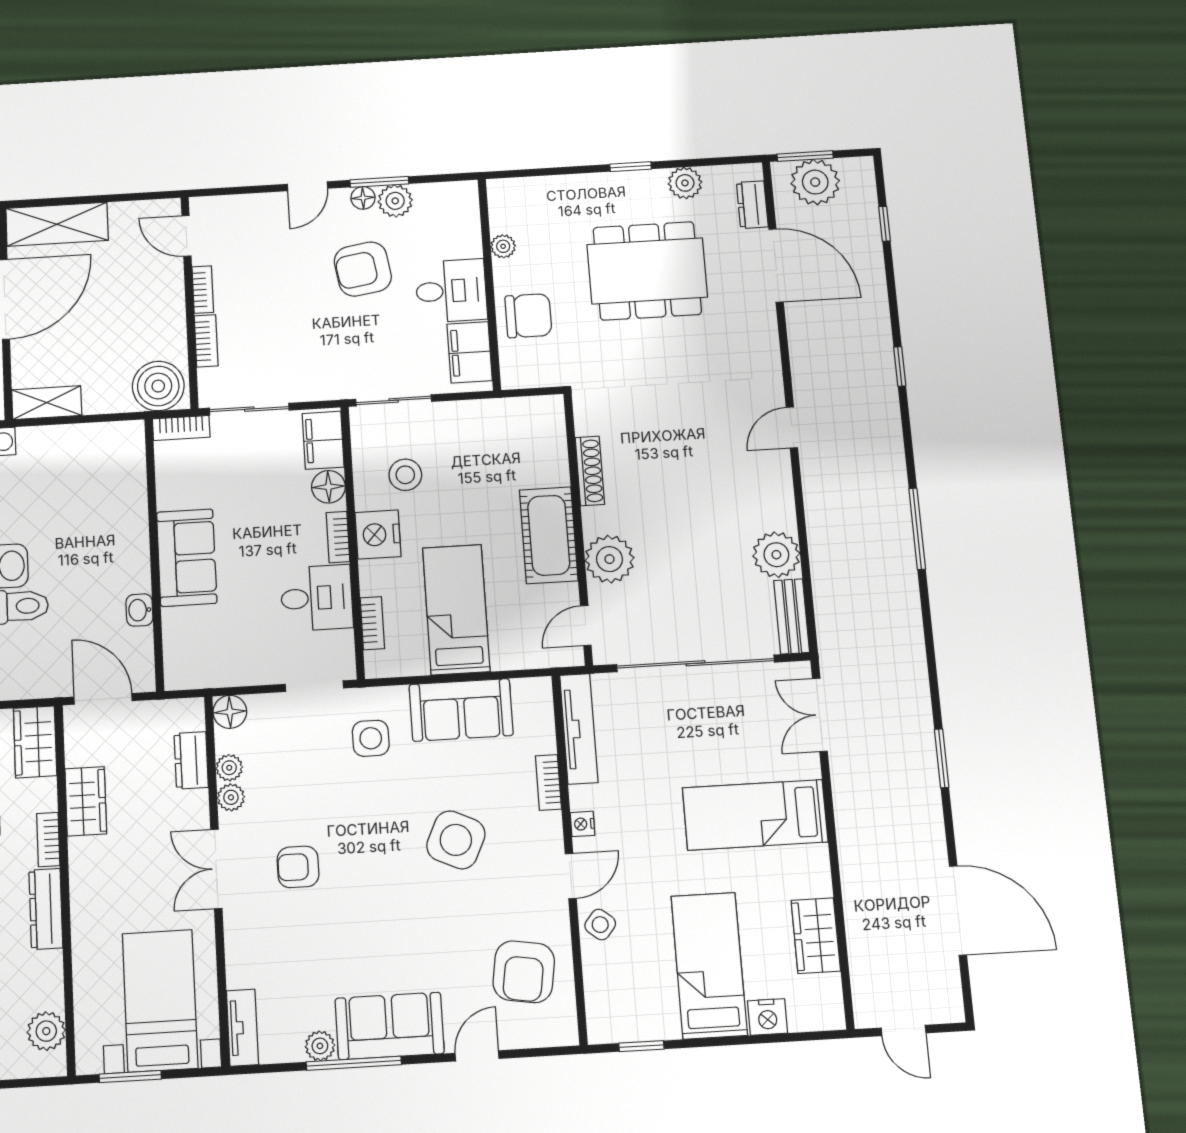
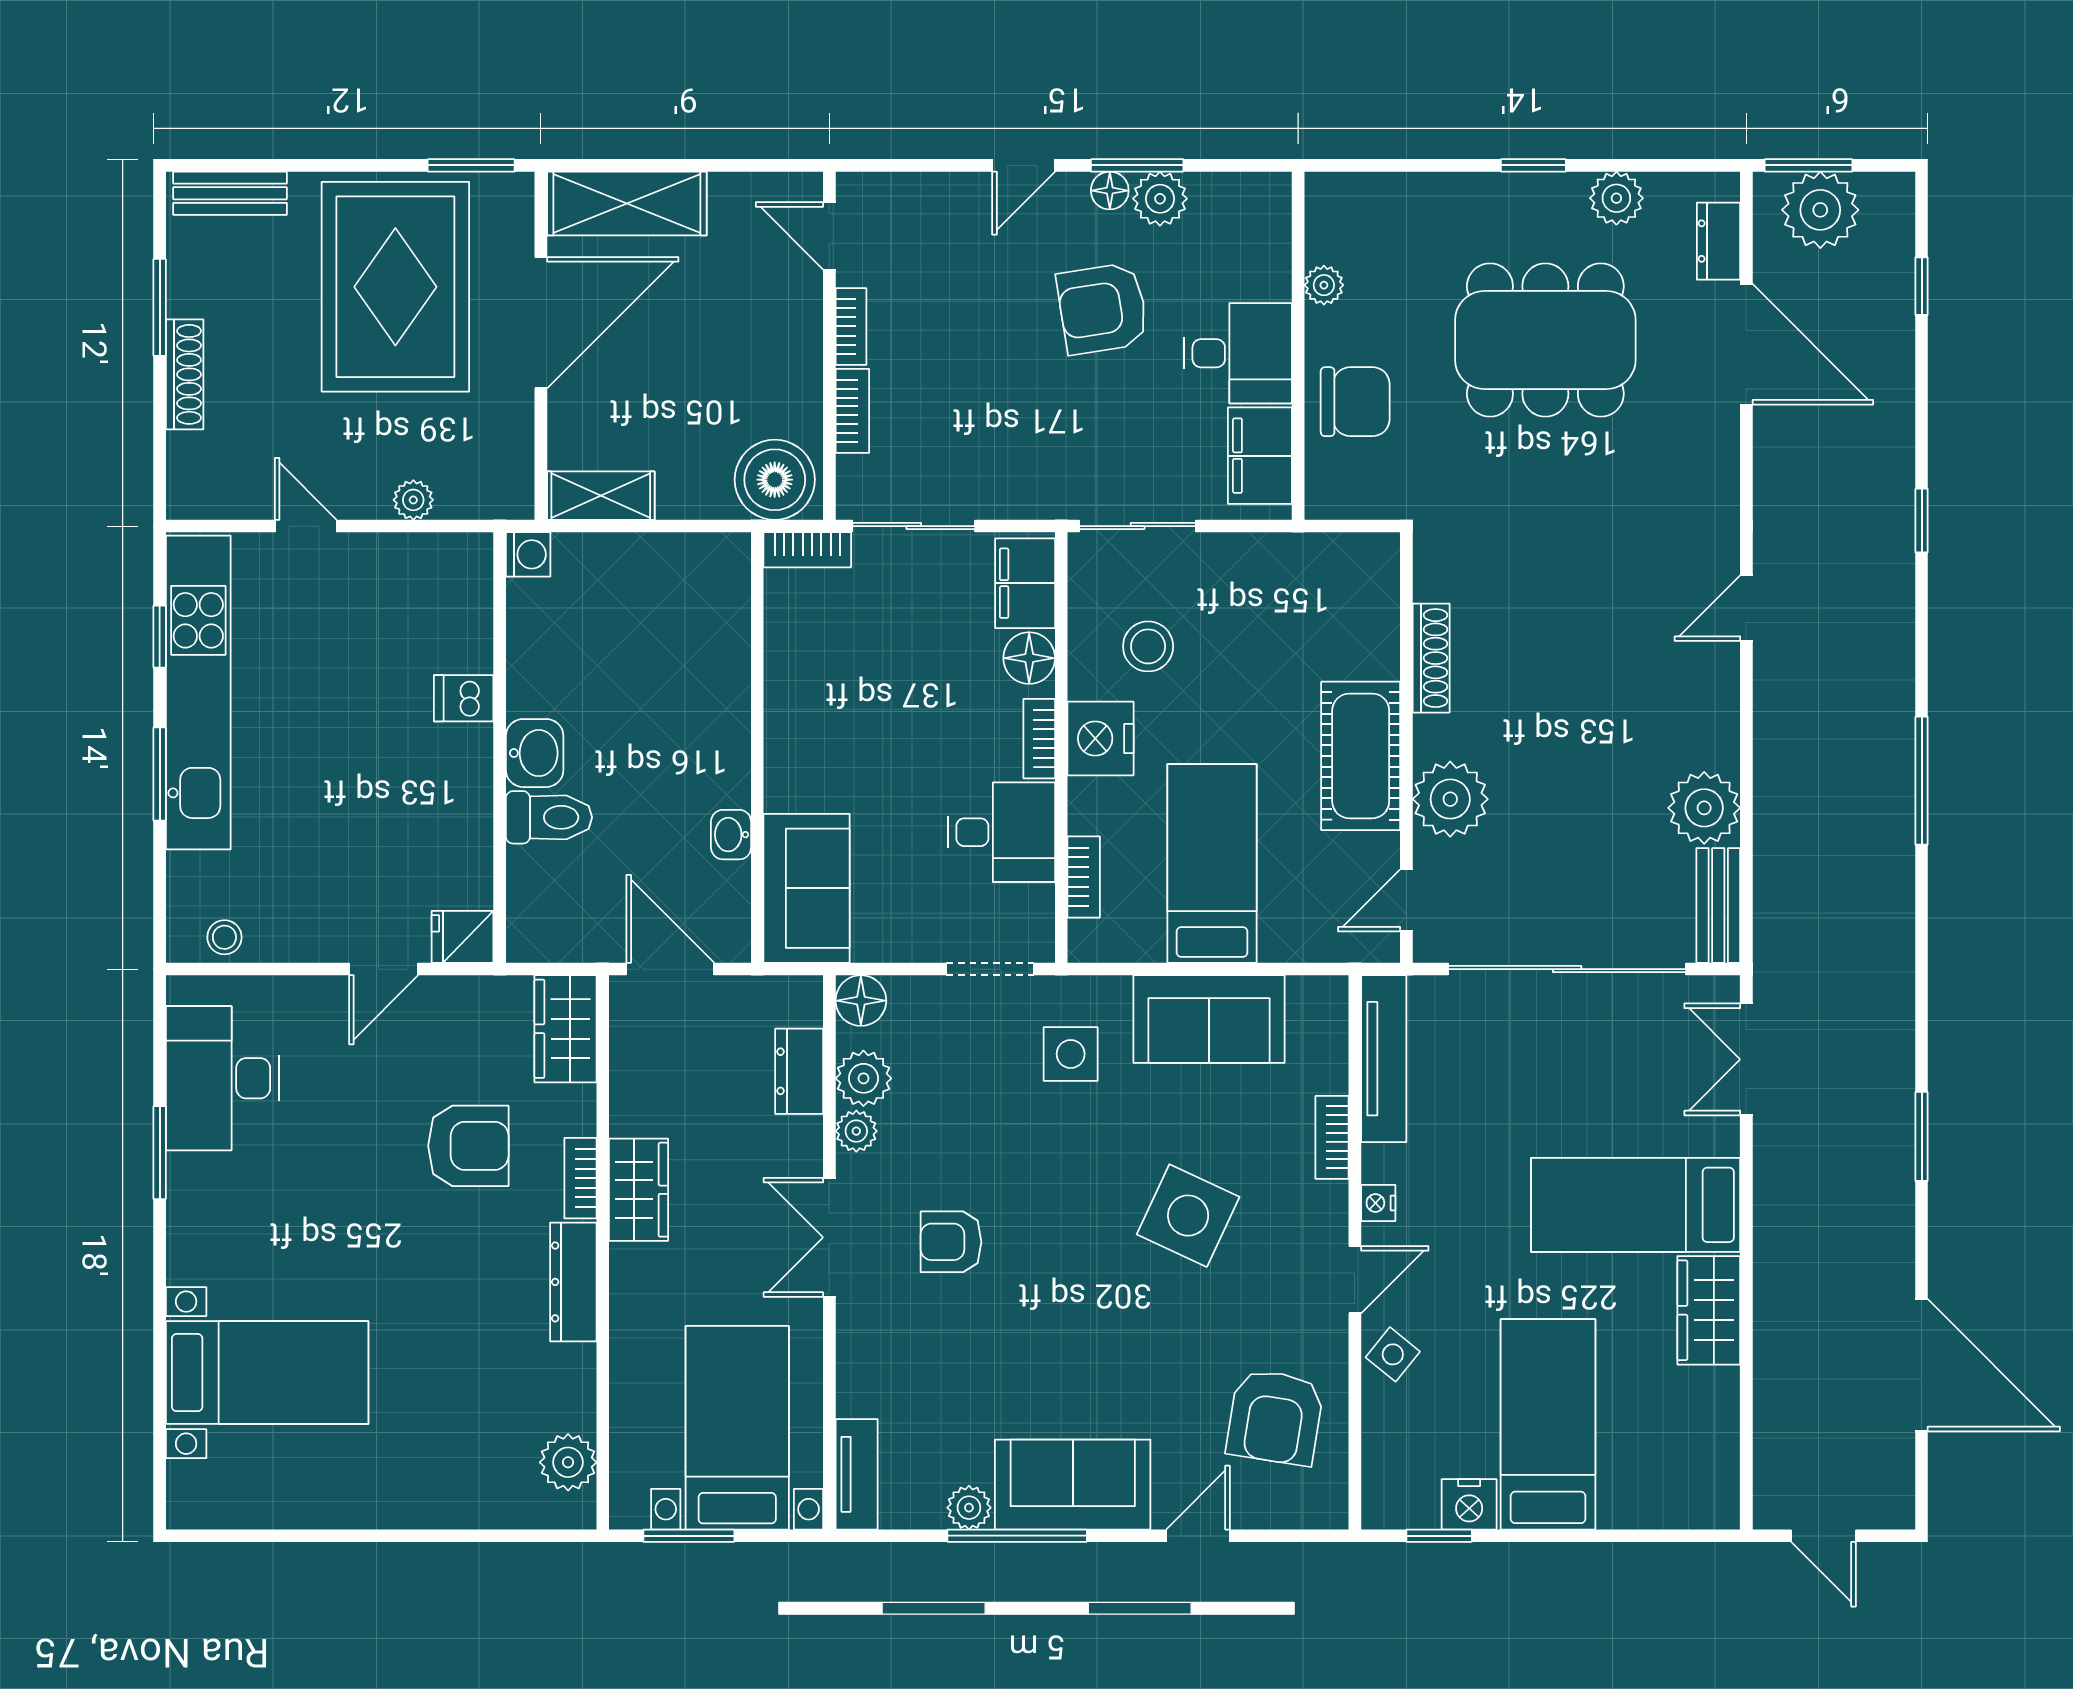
sofa: (187, 558) -> (807, 888), moved
plant: (229, 768) -> (863, 1078), width x1.38, depth x1.38
wardrobe: (86, 801) -> (639, 1190), moved
wardrobe: (816, 936) -> (1709, 1310), moved
nightstand: (767, 1017) -> (1469, 1504), moved

